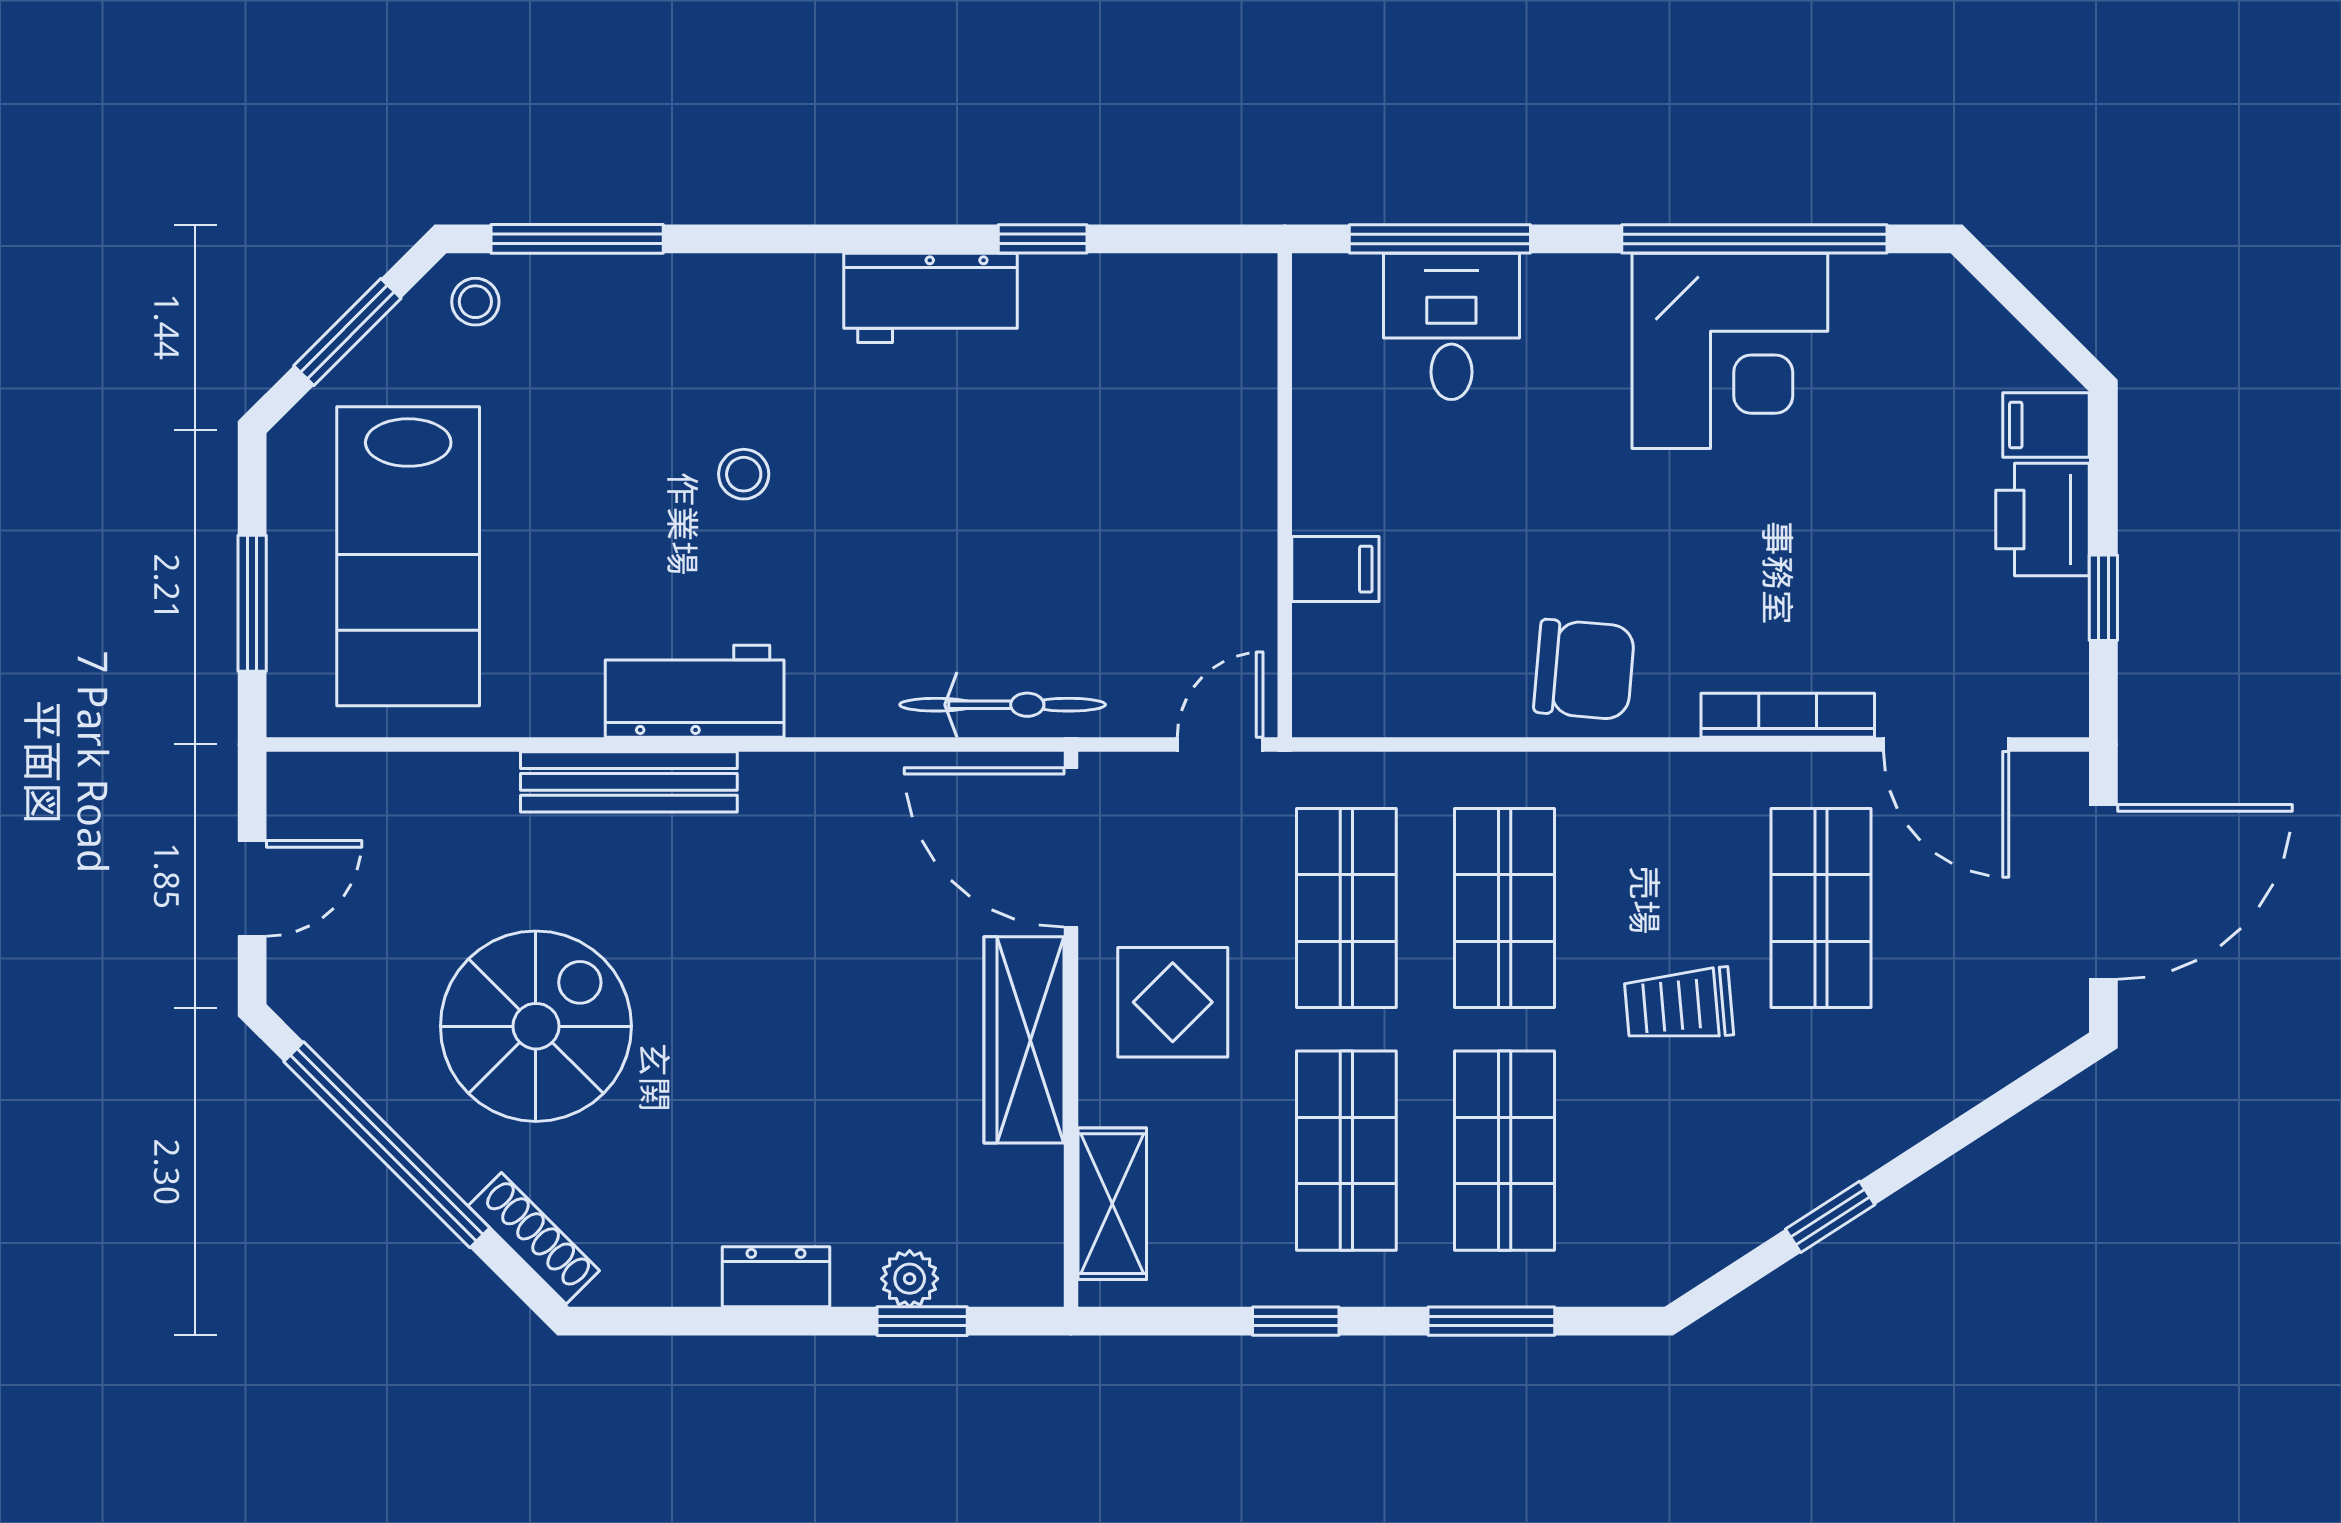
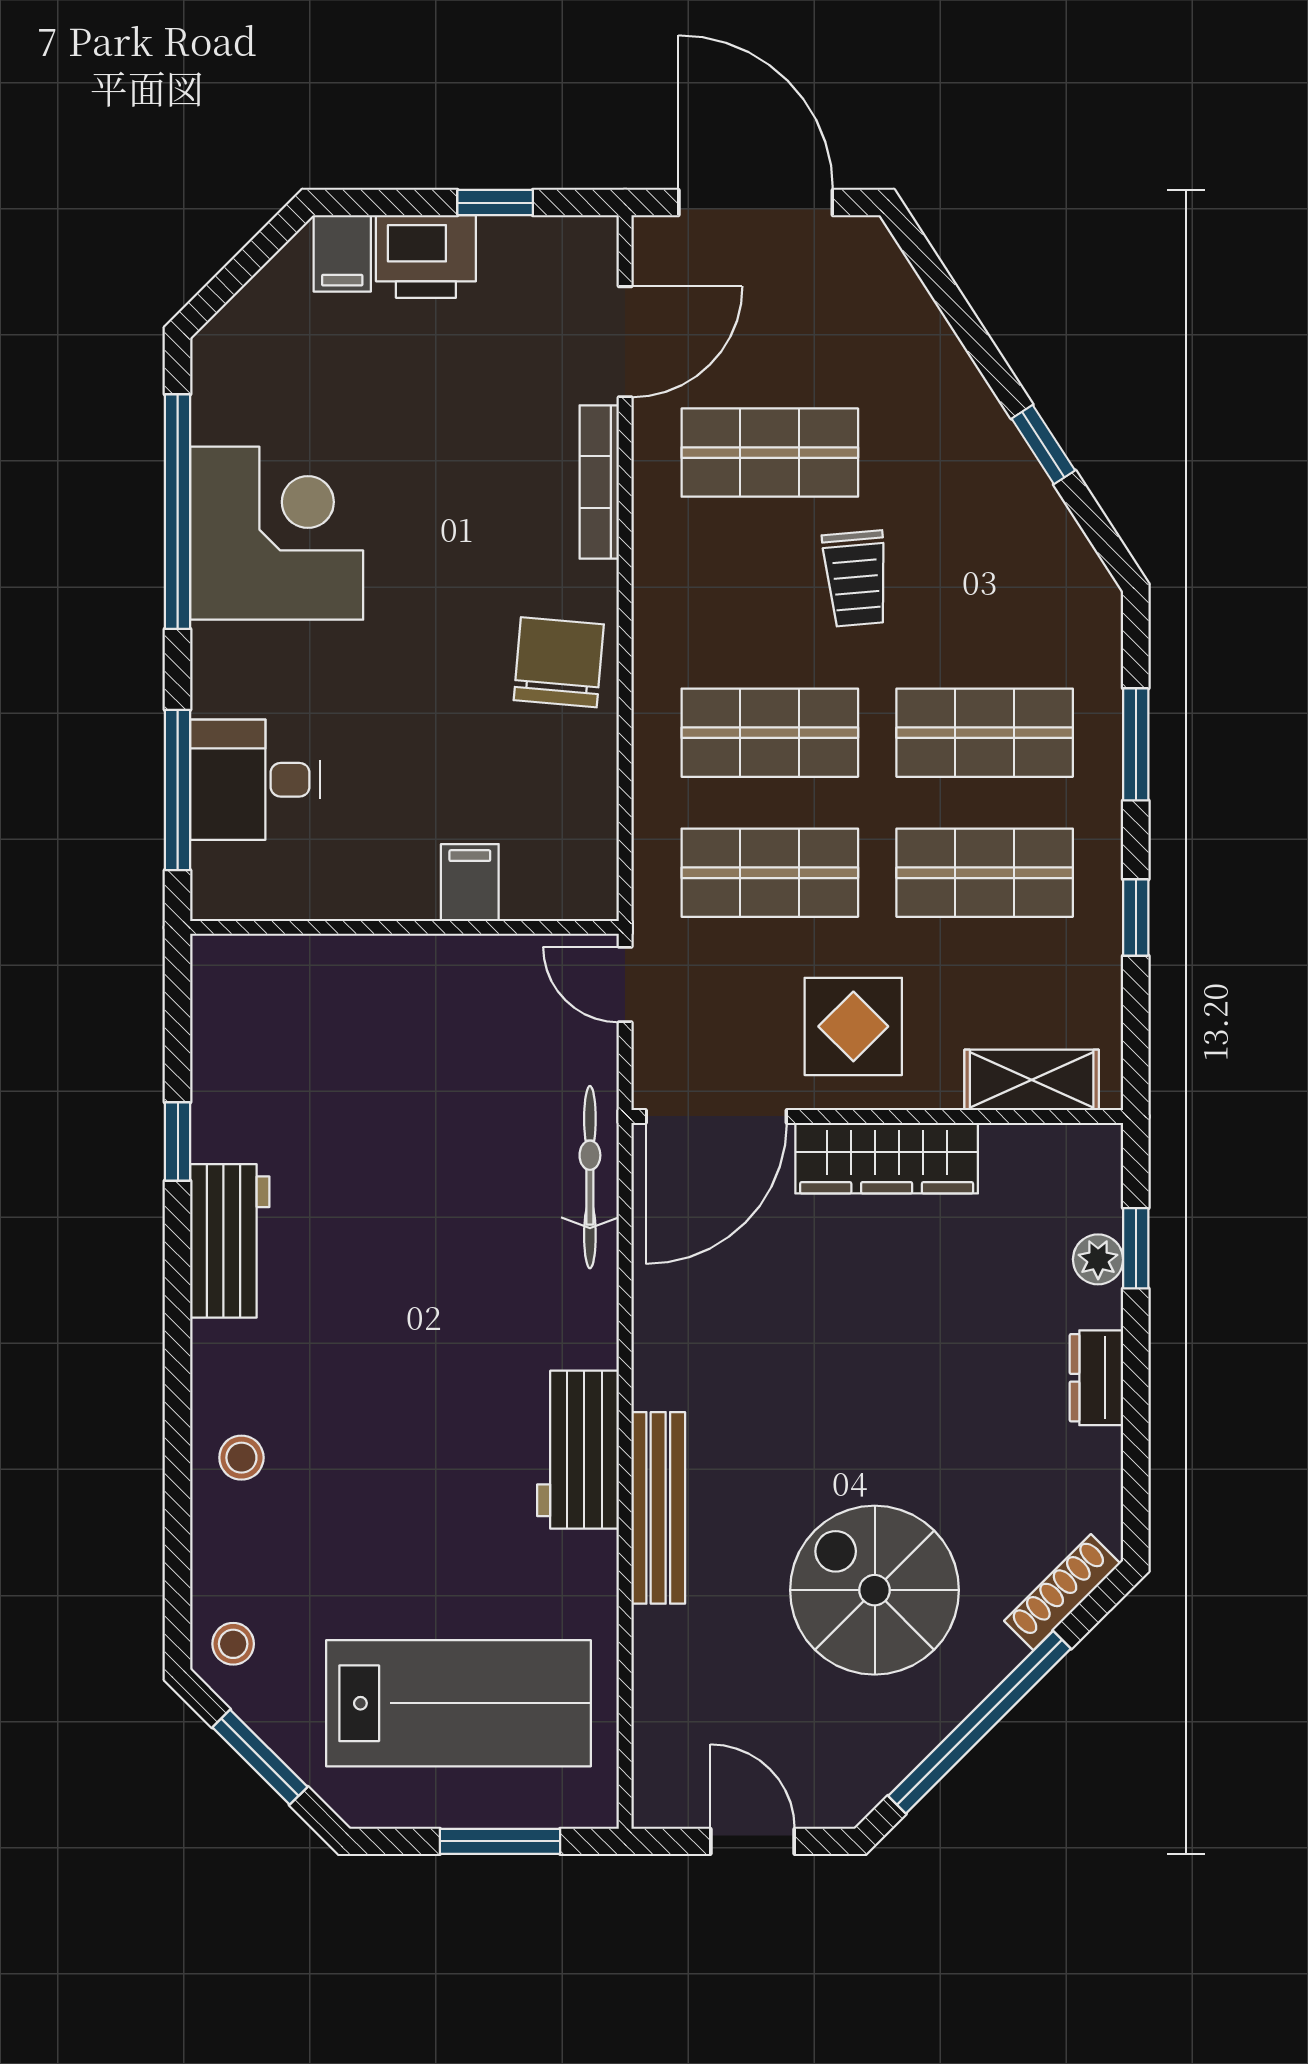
window: (577, 239) -> (178, 1554), removed
stool: (744, 474) -> (241, 1458), moved

